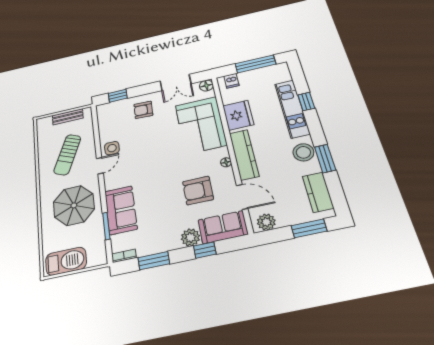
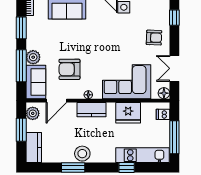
kitchen unit: (292, 109) -> (142, 155), moved
armchair: (143, 110) -> (154, 38), turned 90
kitchen counter: (244, 155) -> (92, 110), width x0.67
armchair: (198, 190) -> (69, 69), turned -90
kitchen counter: (318, 192) -> (34, 148), moved, turned 90
window: (309, 228) -> (21, 130), moved
window: (205, 250) -> (21, 66), width x2.17

